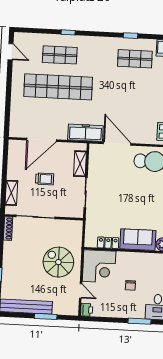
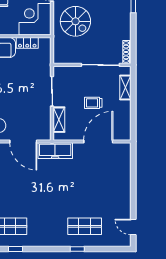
shop shelf: (58, 87) -> (85, 195), removed

